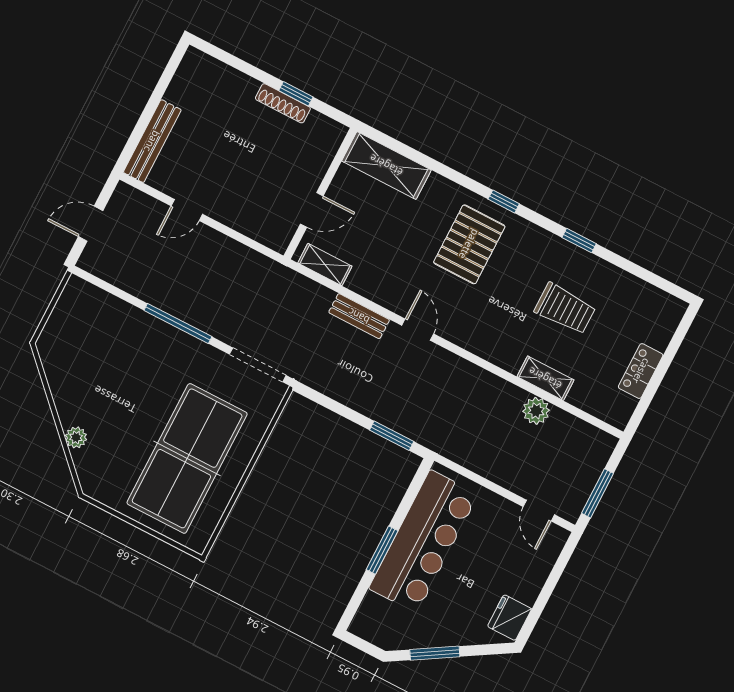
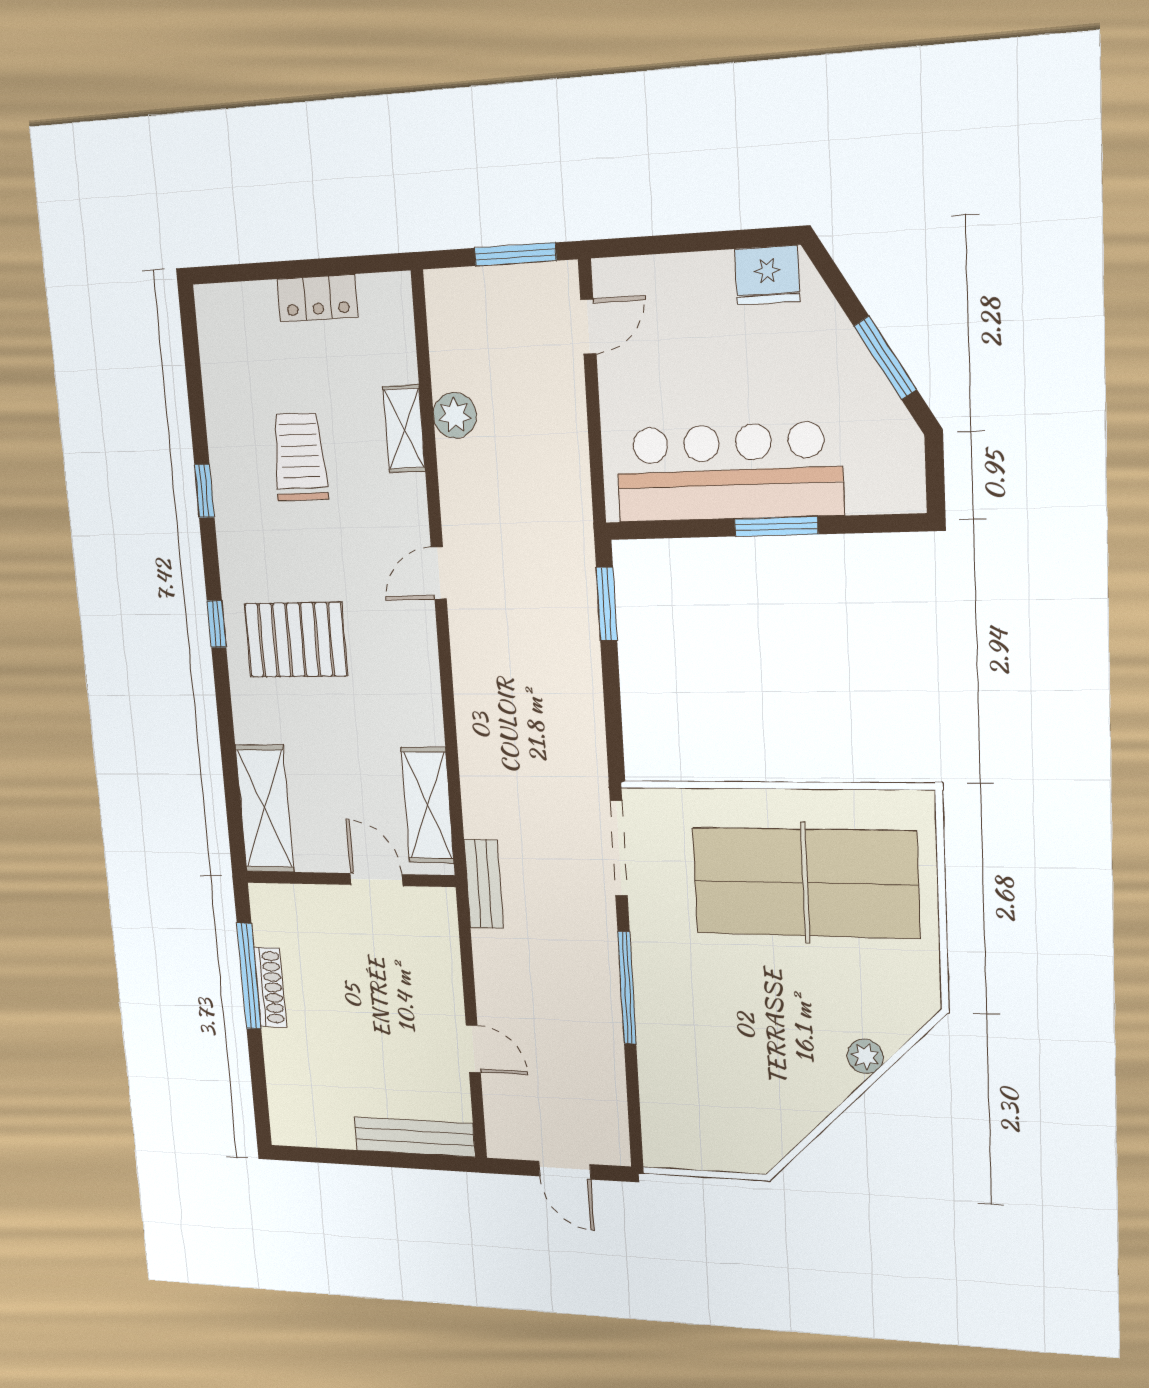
window: (296, 94) -> (249, 976), width x2.17
shelving: (325, 265) -> (428, 805), width x1.50, depth x1.33
bench: (359, 316) -> (484, 884), moved
door: (418, 330) -> (439, 573), moved

